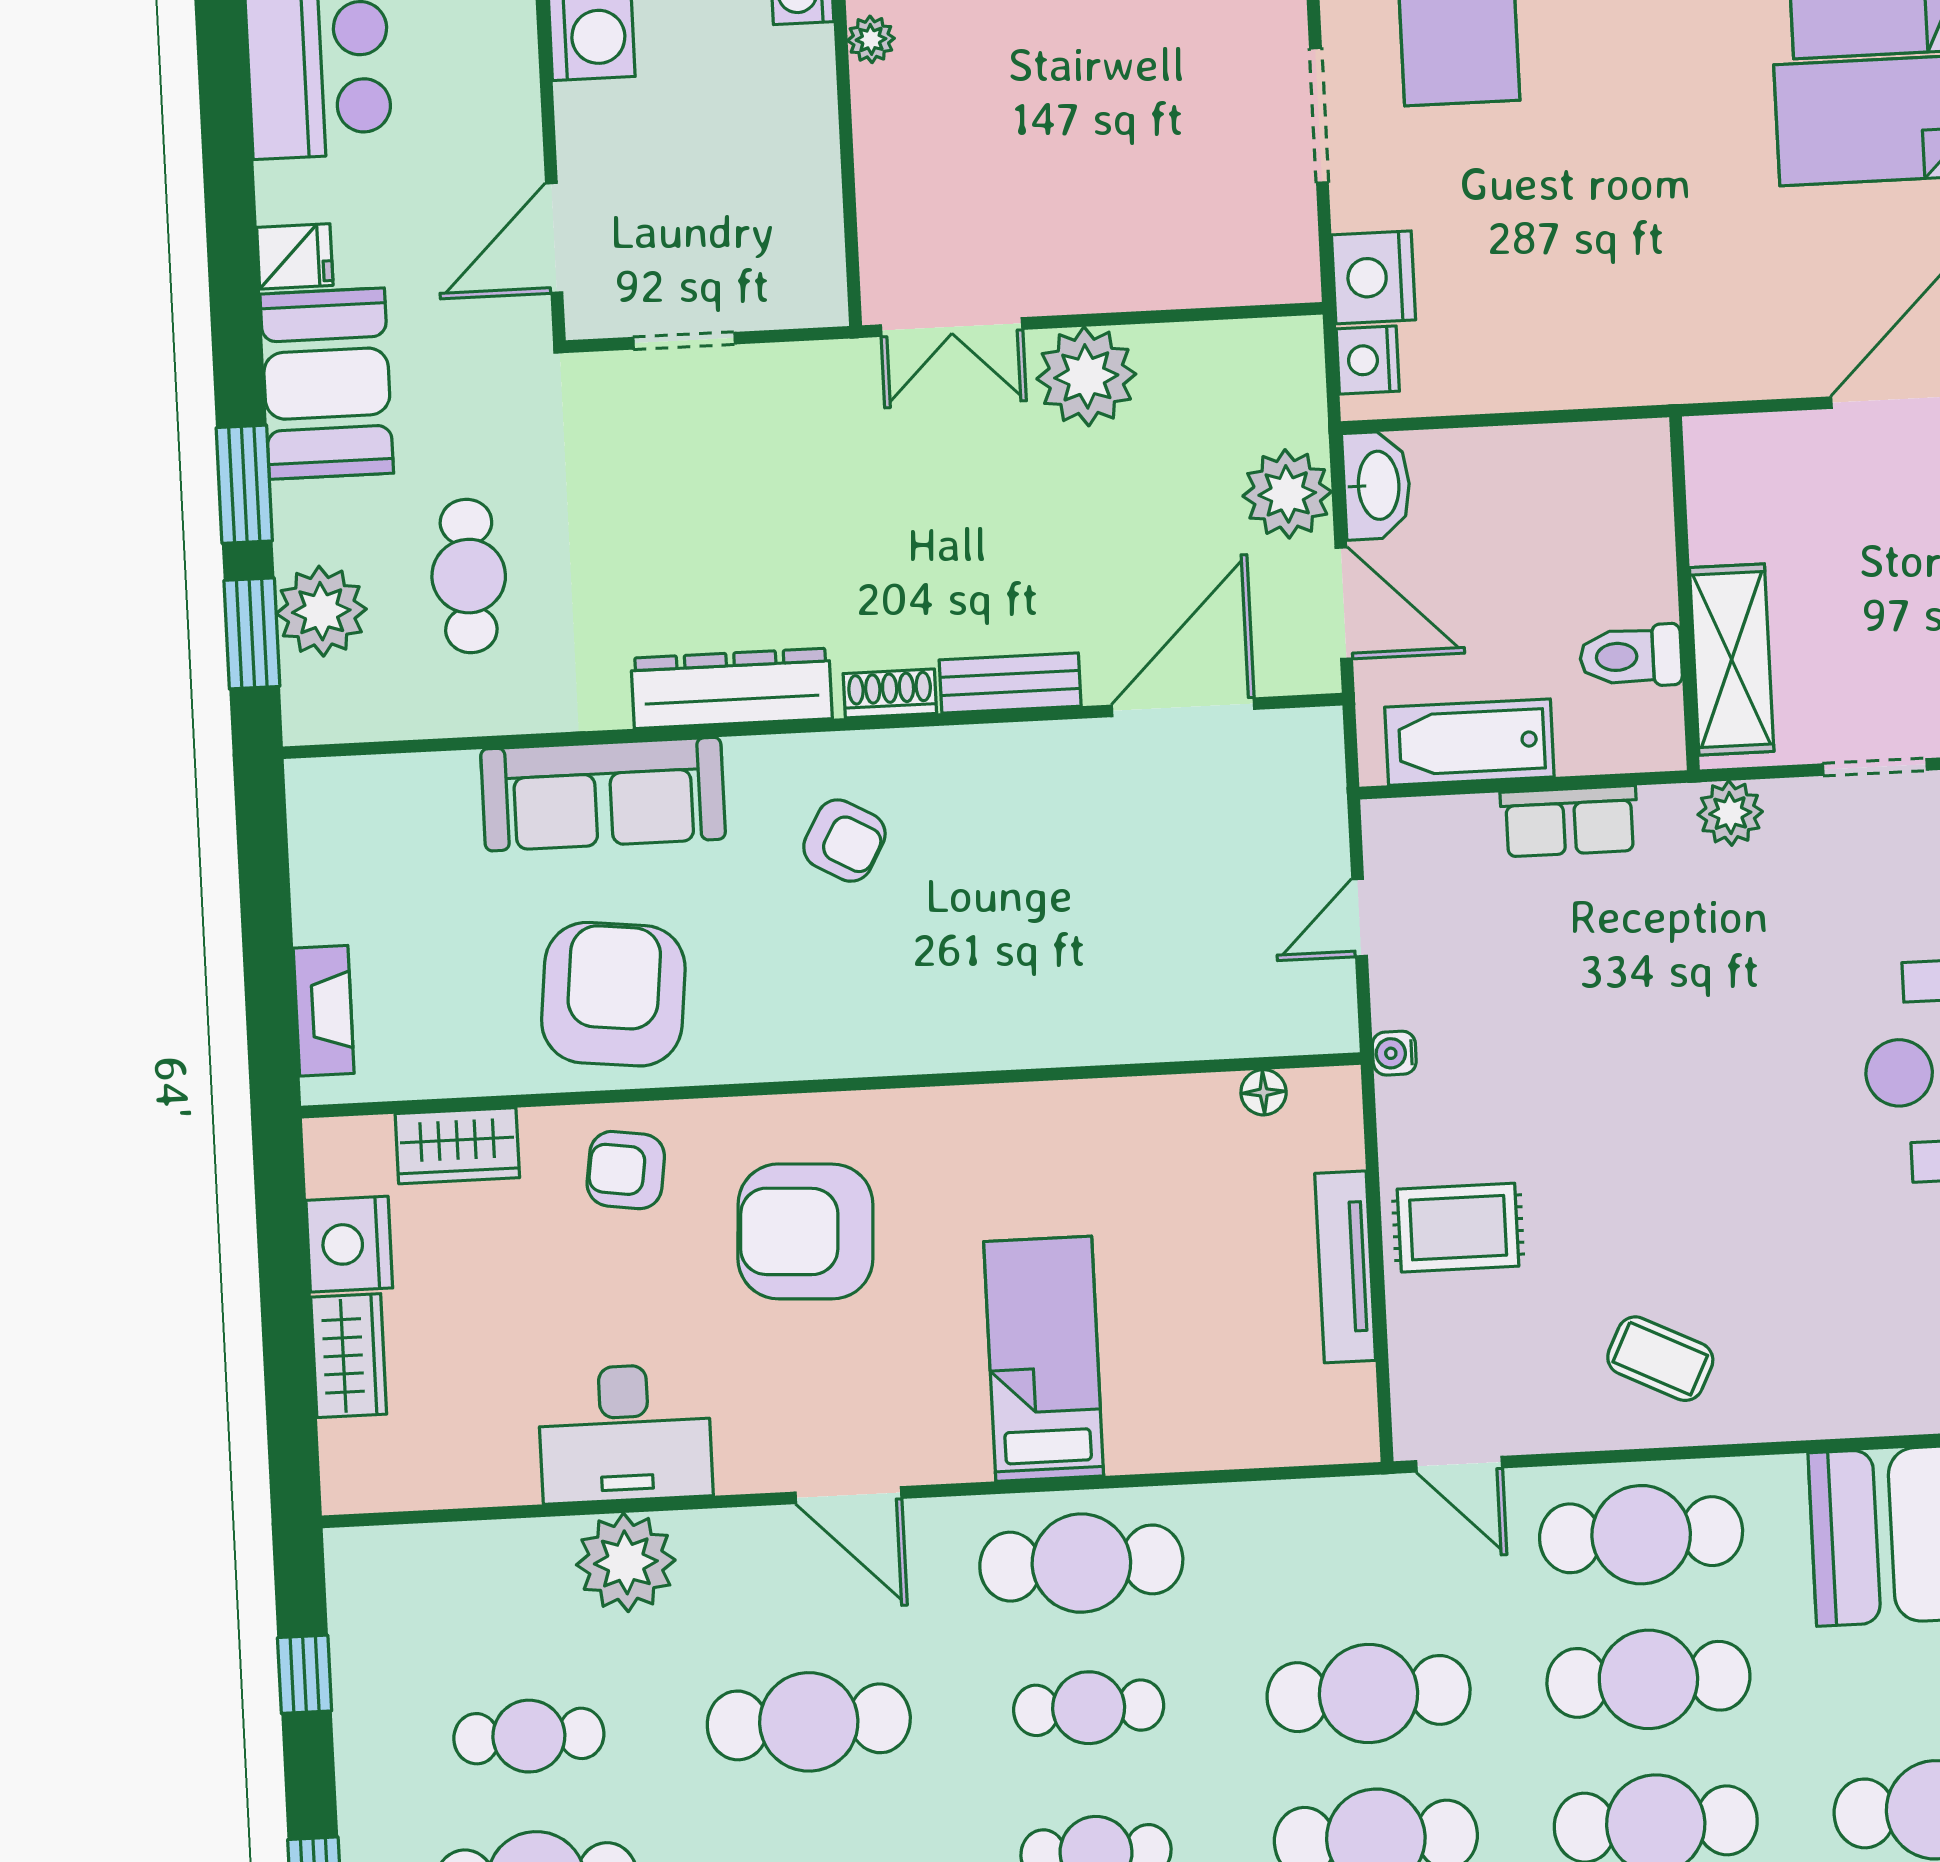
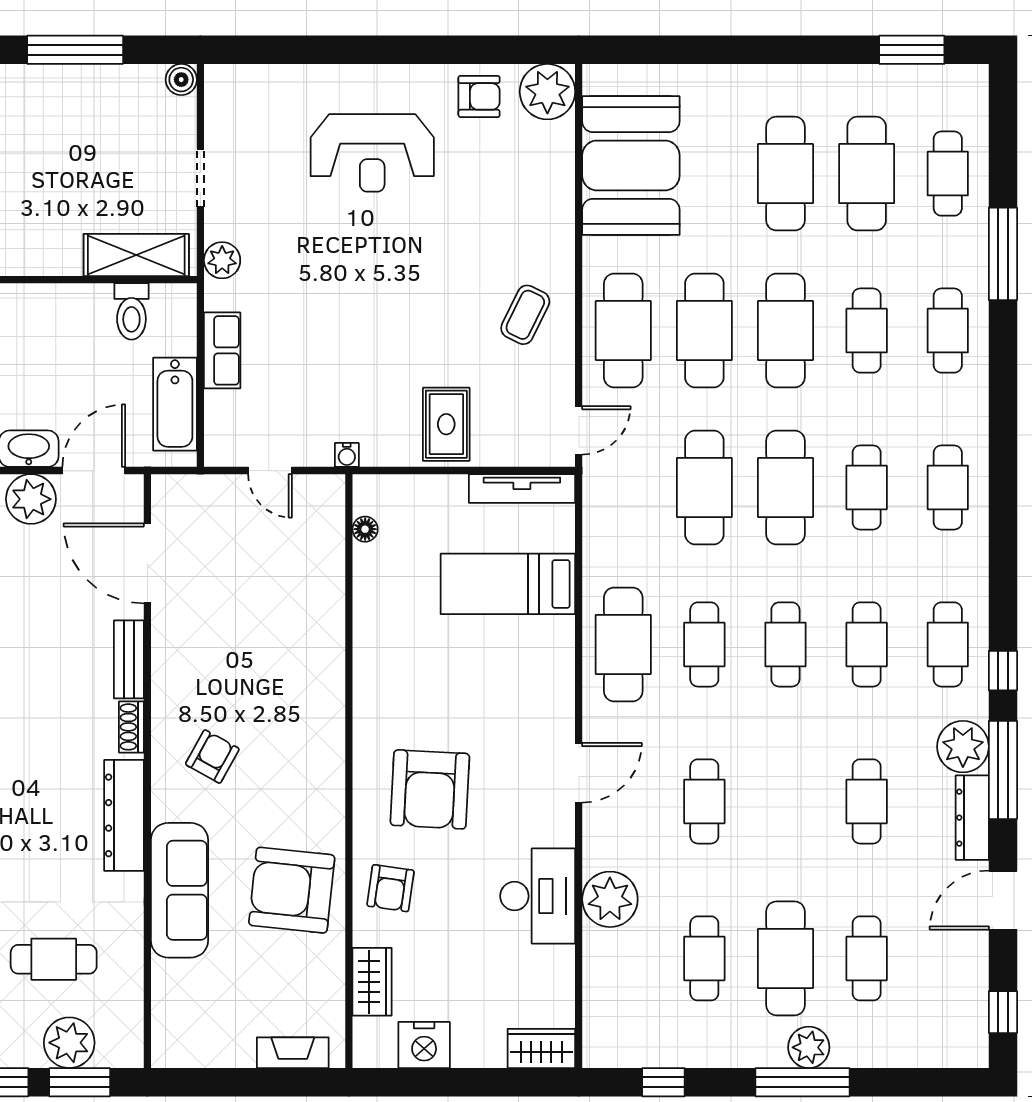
tv unit: (1345, 1267) -> (522, 488), moved
wardrobe: (349, 1356) -> (541, 1048), moved
bed: (1044, 1359) -> (508, 584), moved
cafe table: (809, 1722) -> (704, 801), width x0.73, depth x0.74

